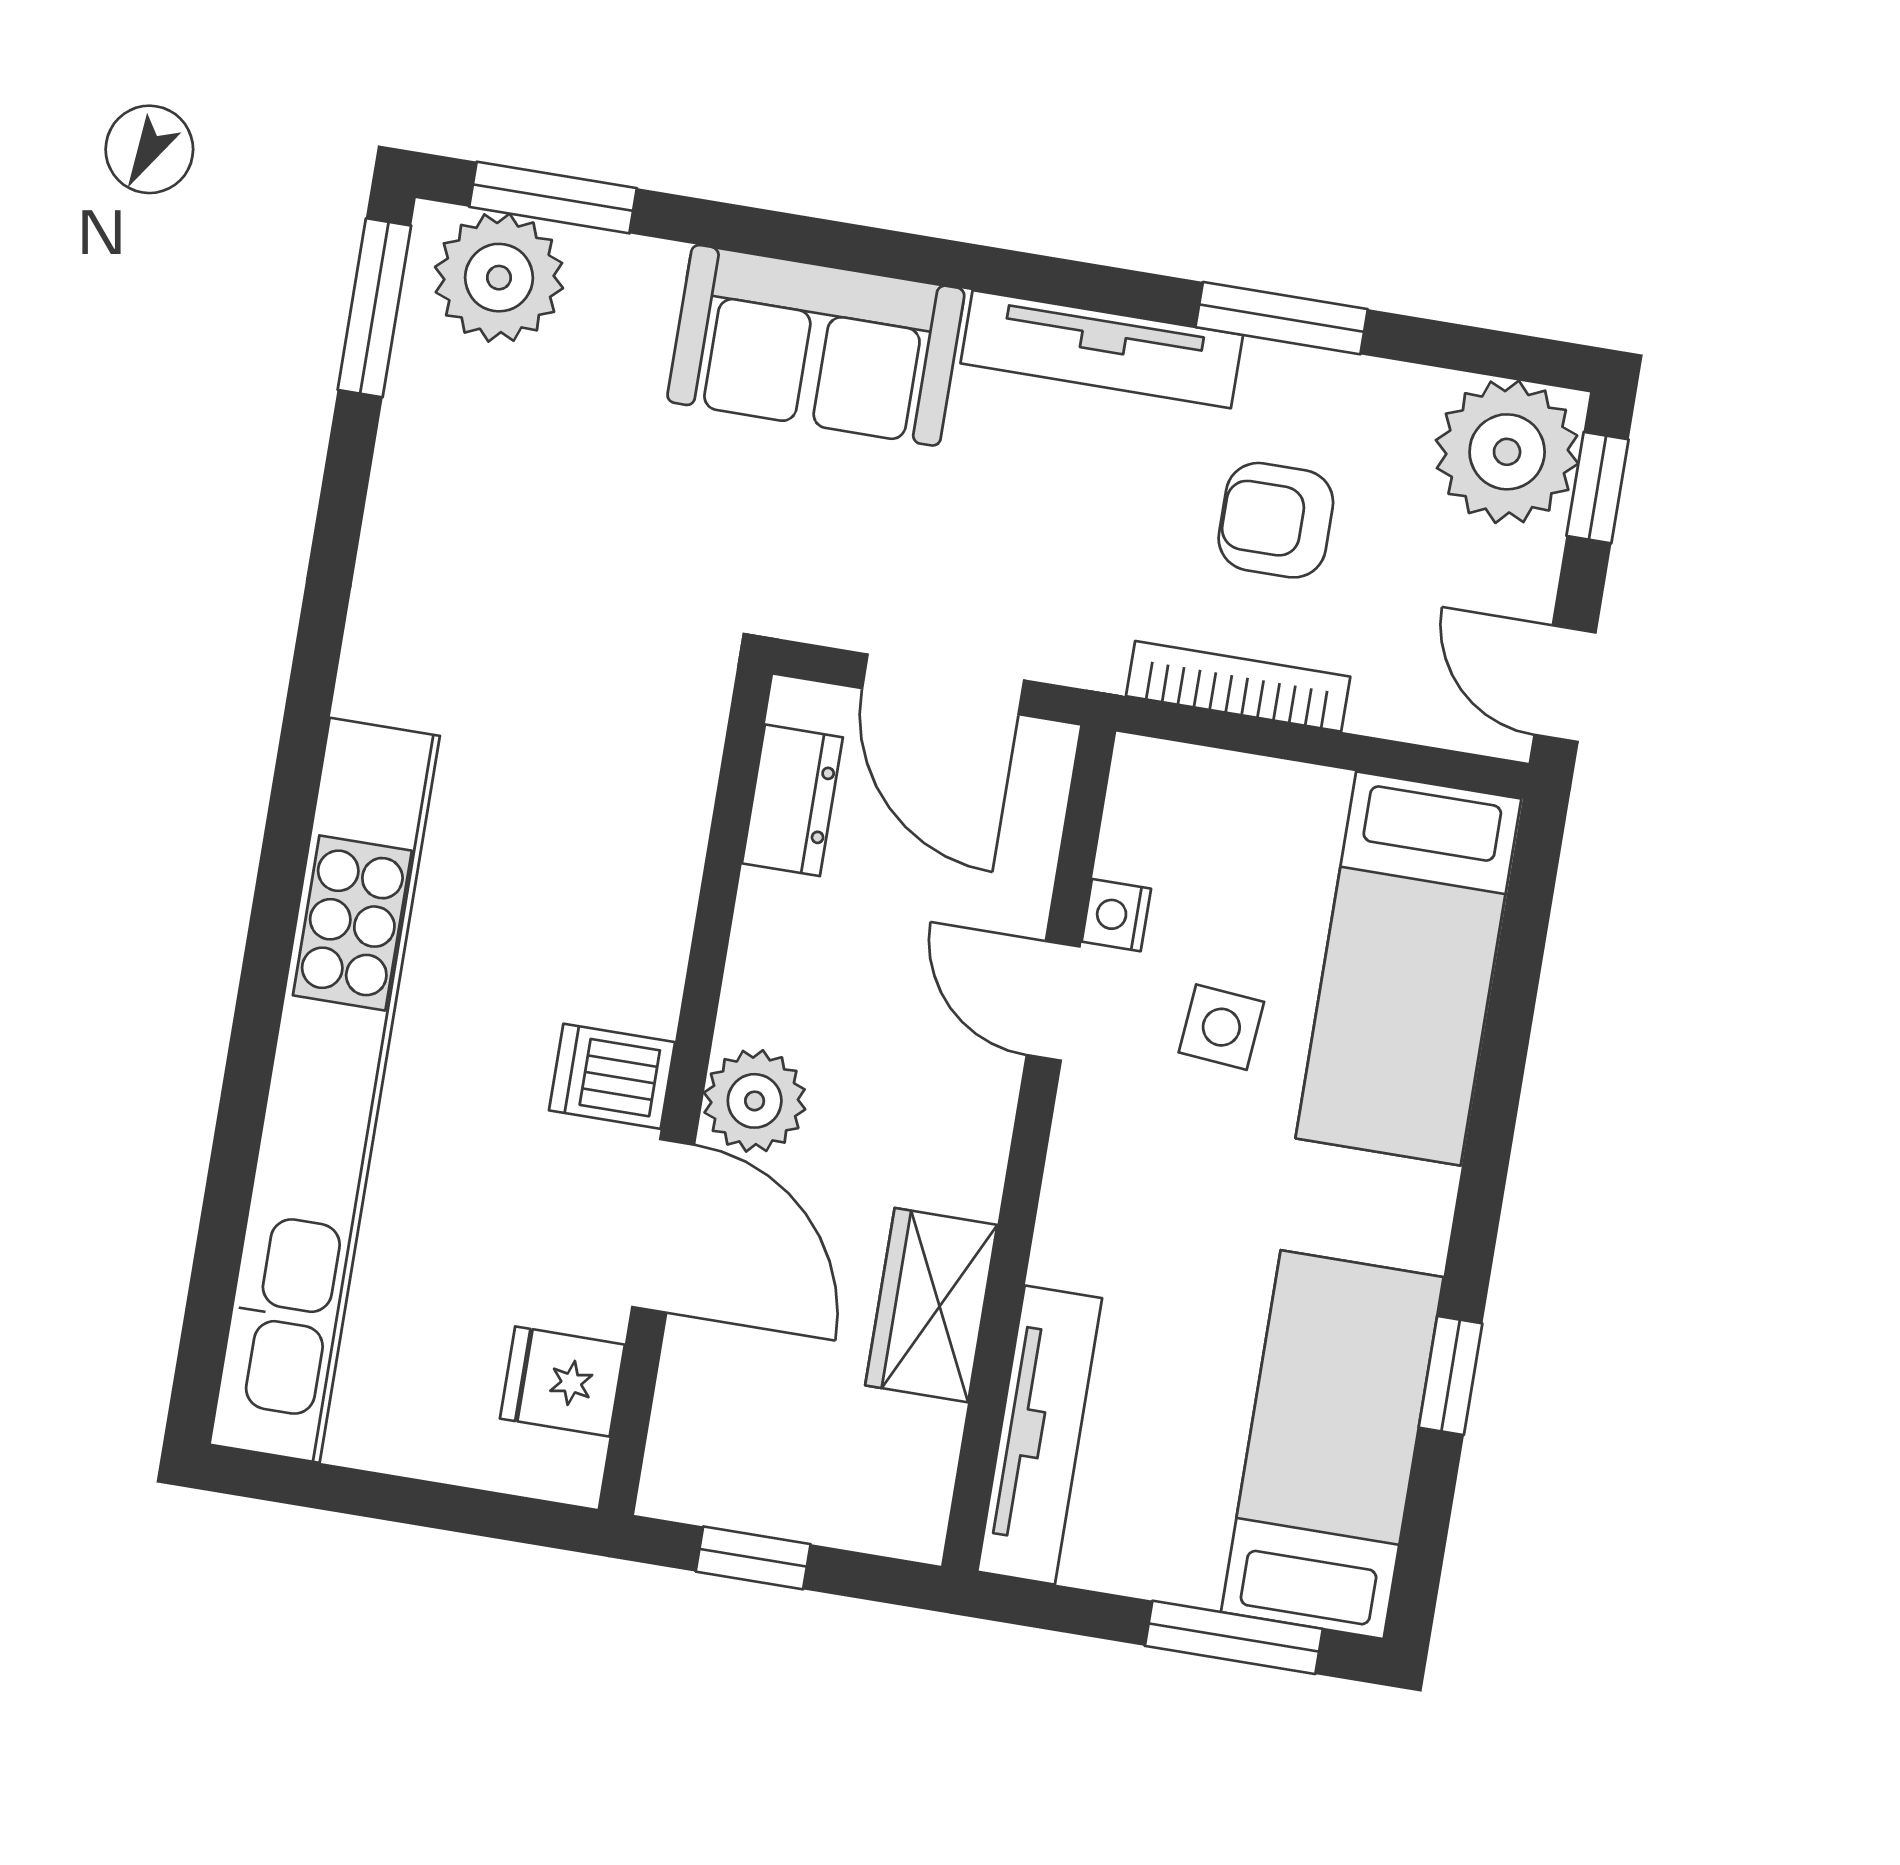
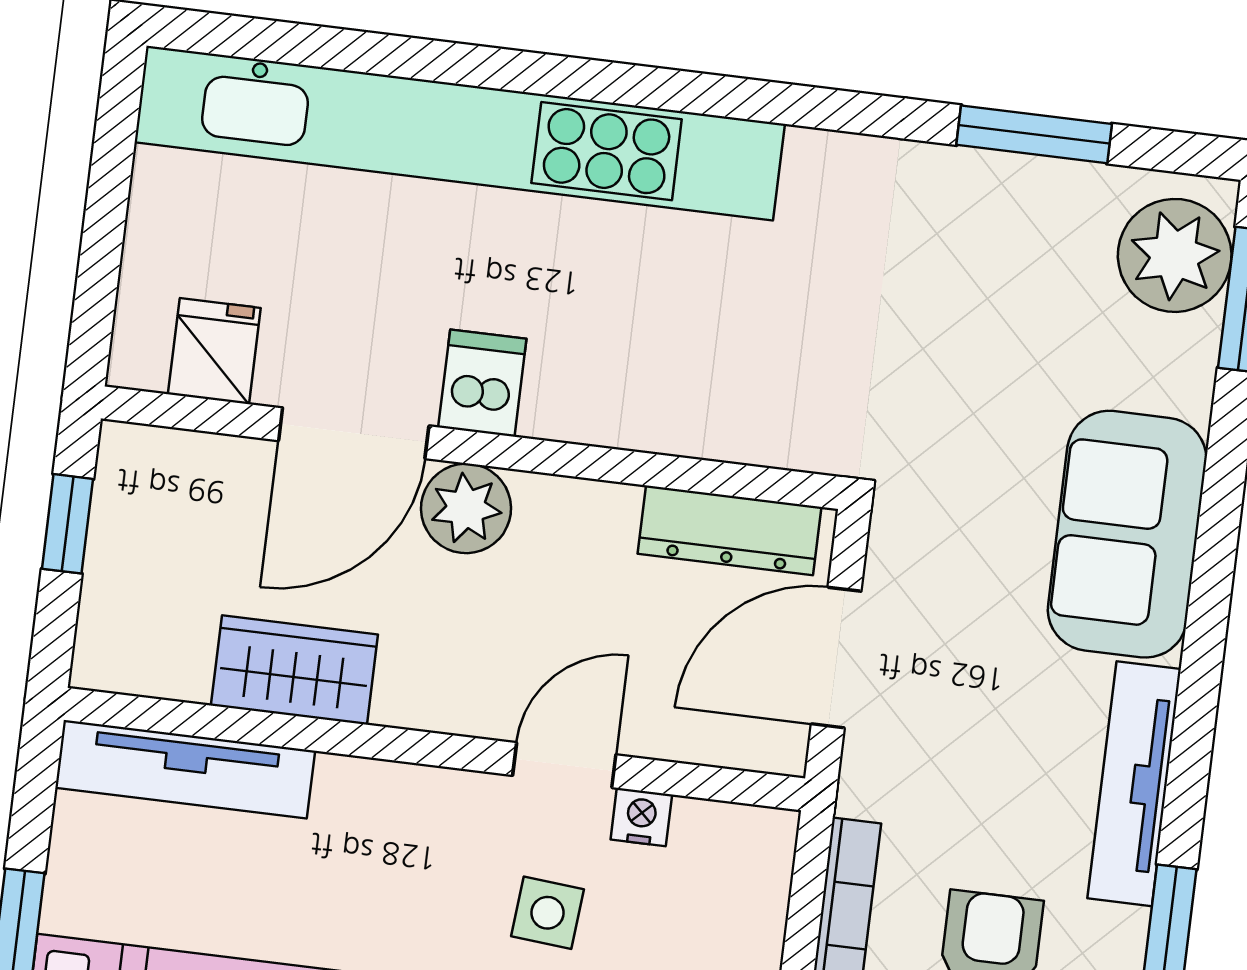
window: (374, 308) -> (1034, 134), moved
dresser: (792, 800) -> (730, 530), width x1.44

